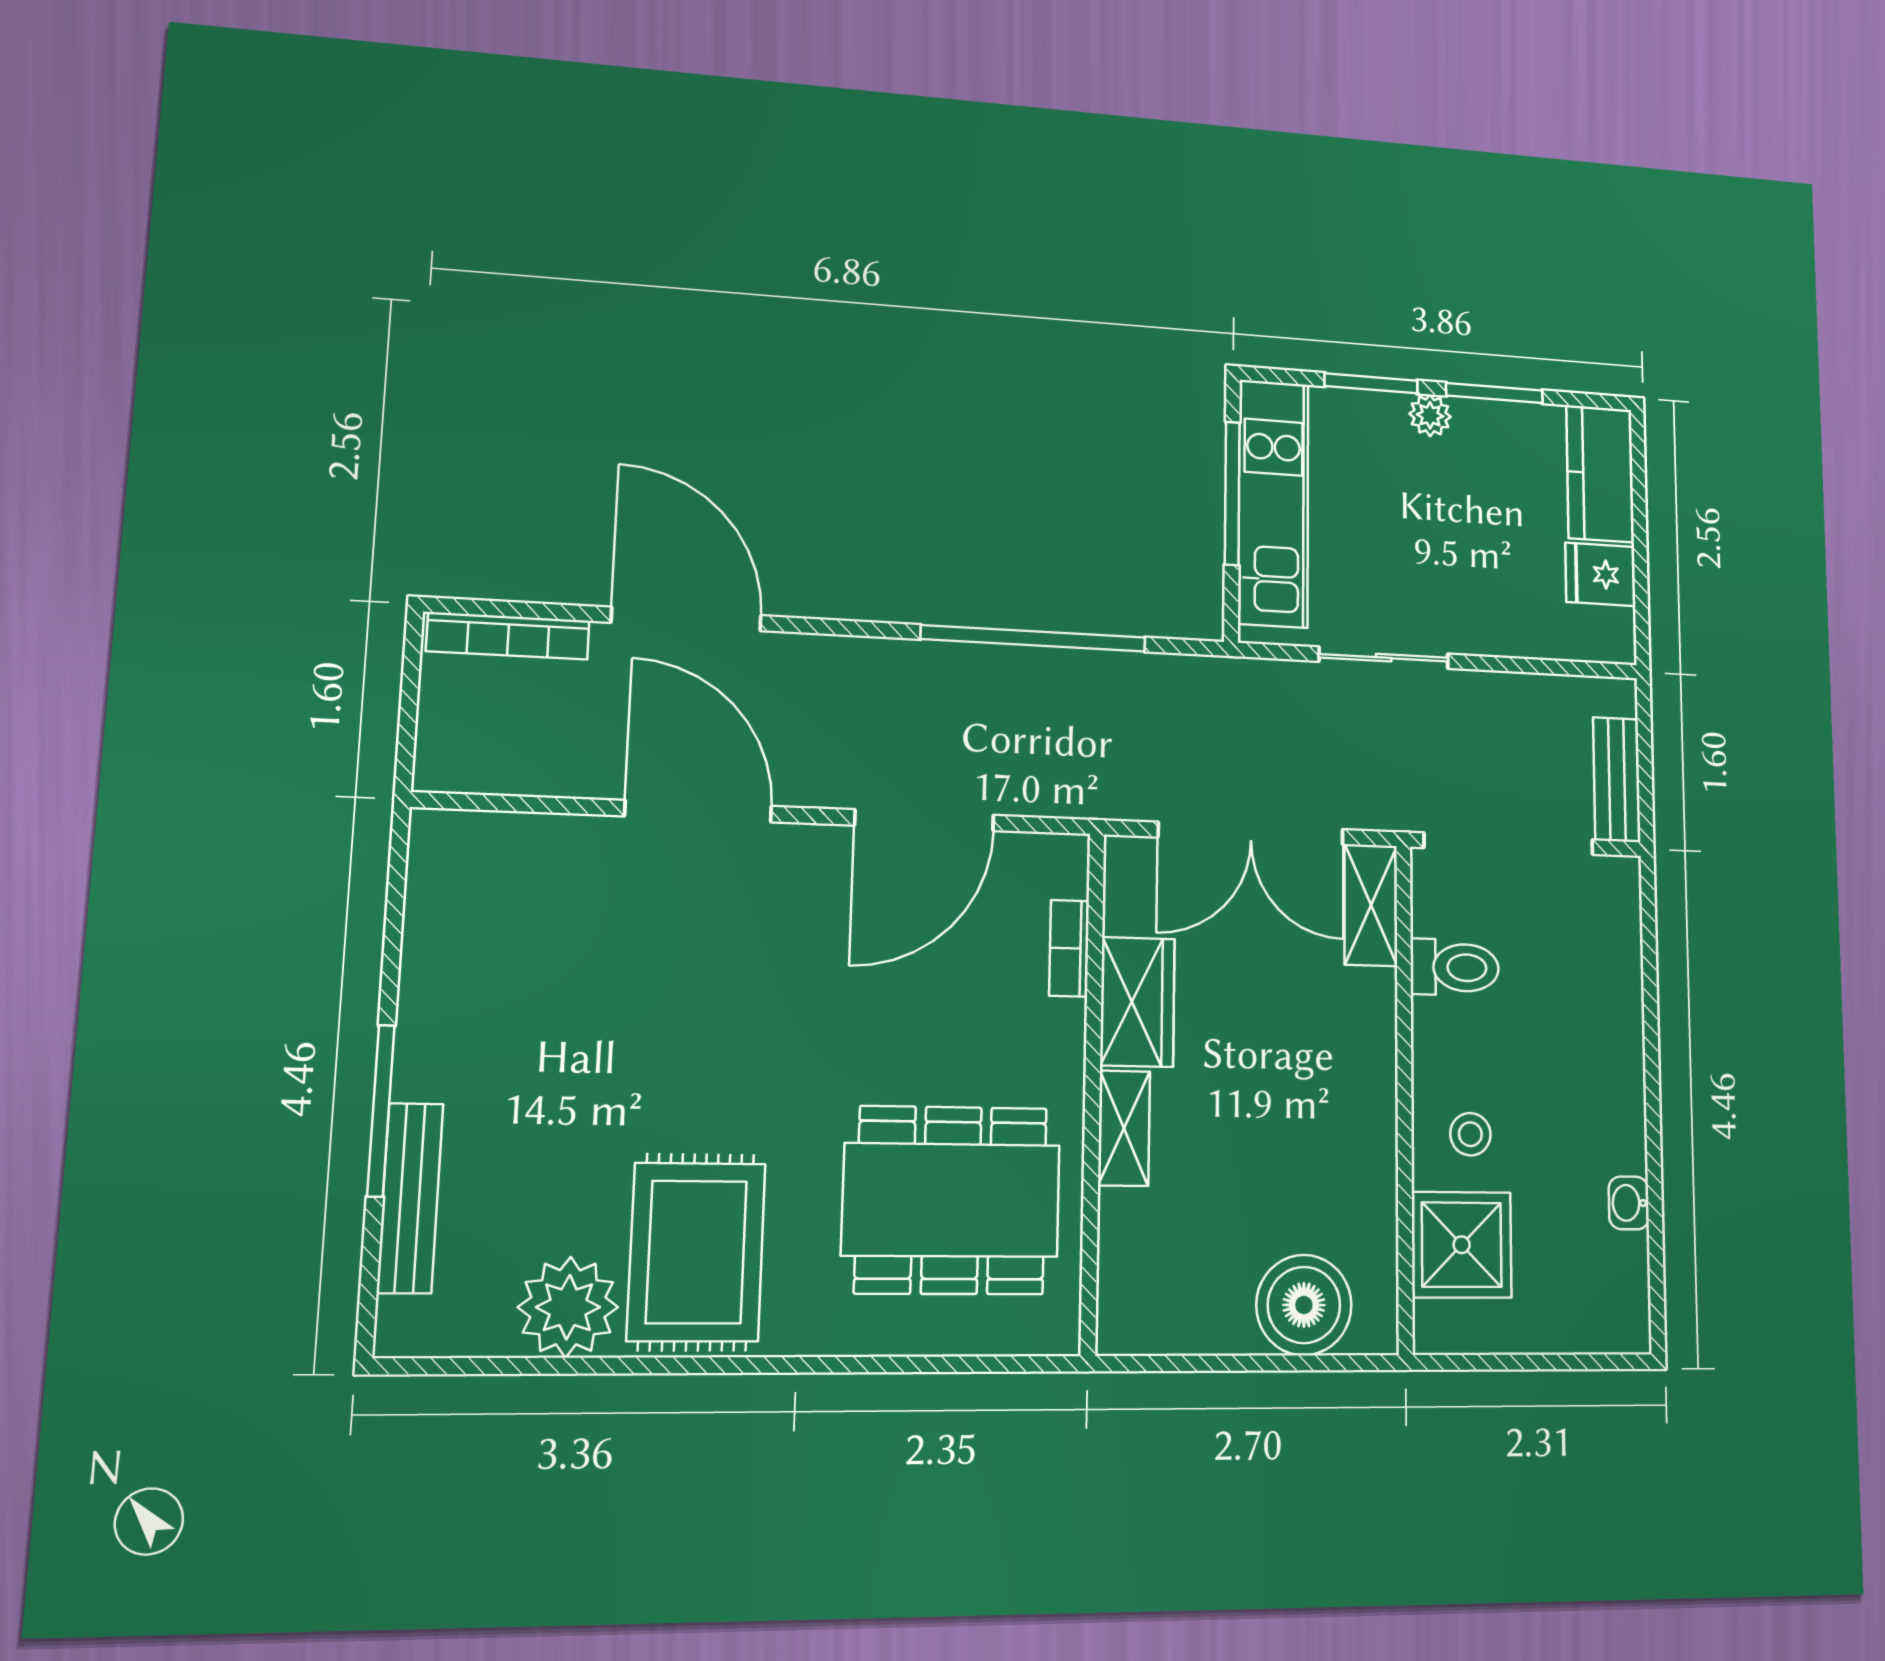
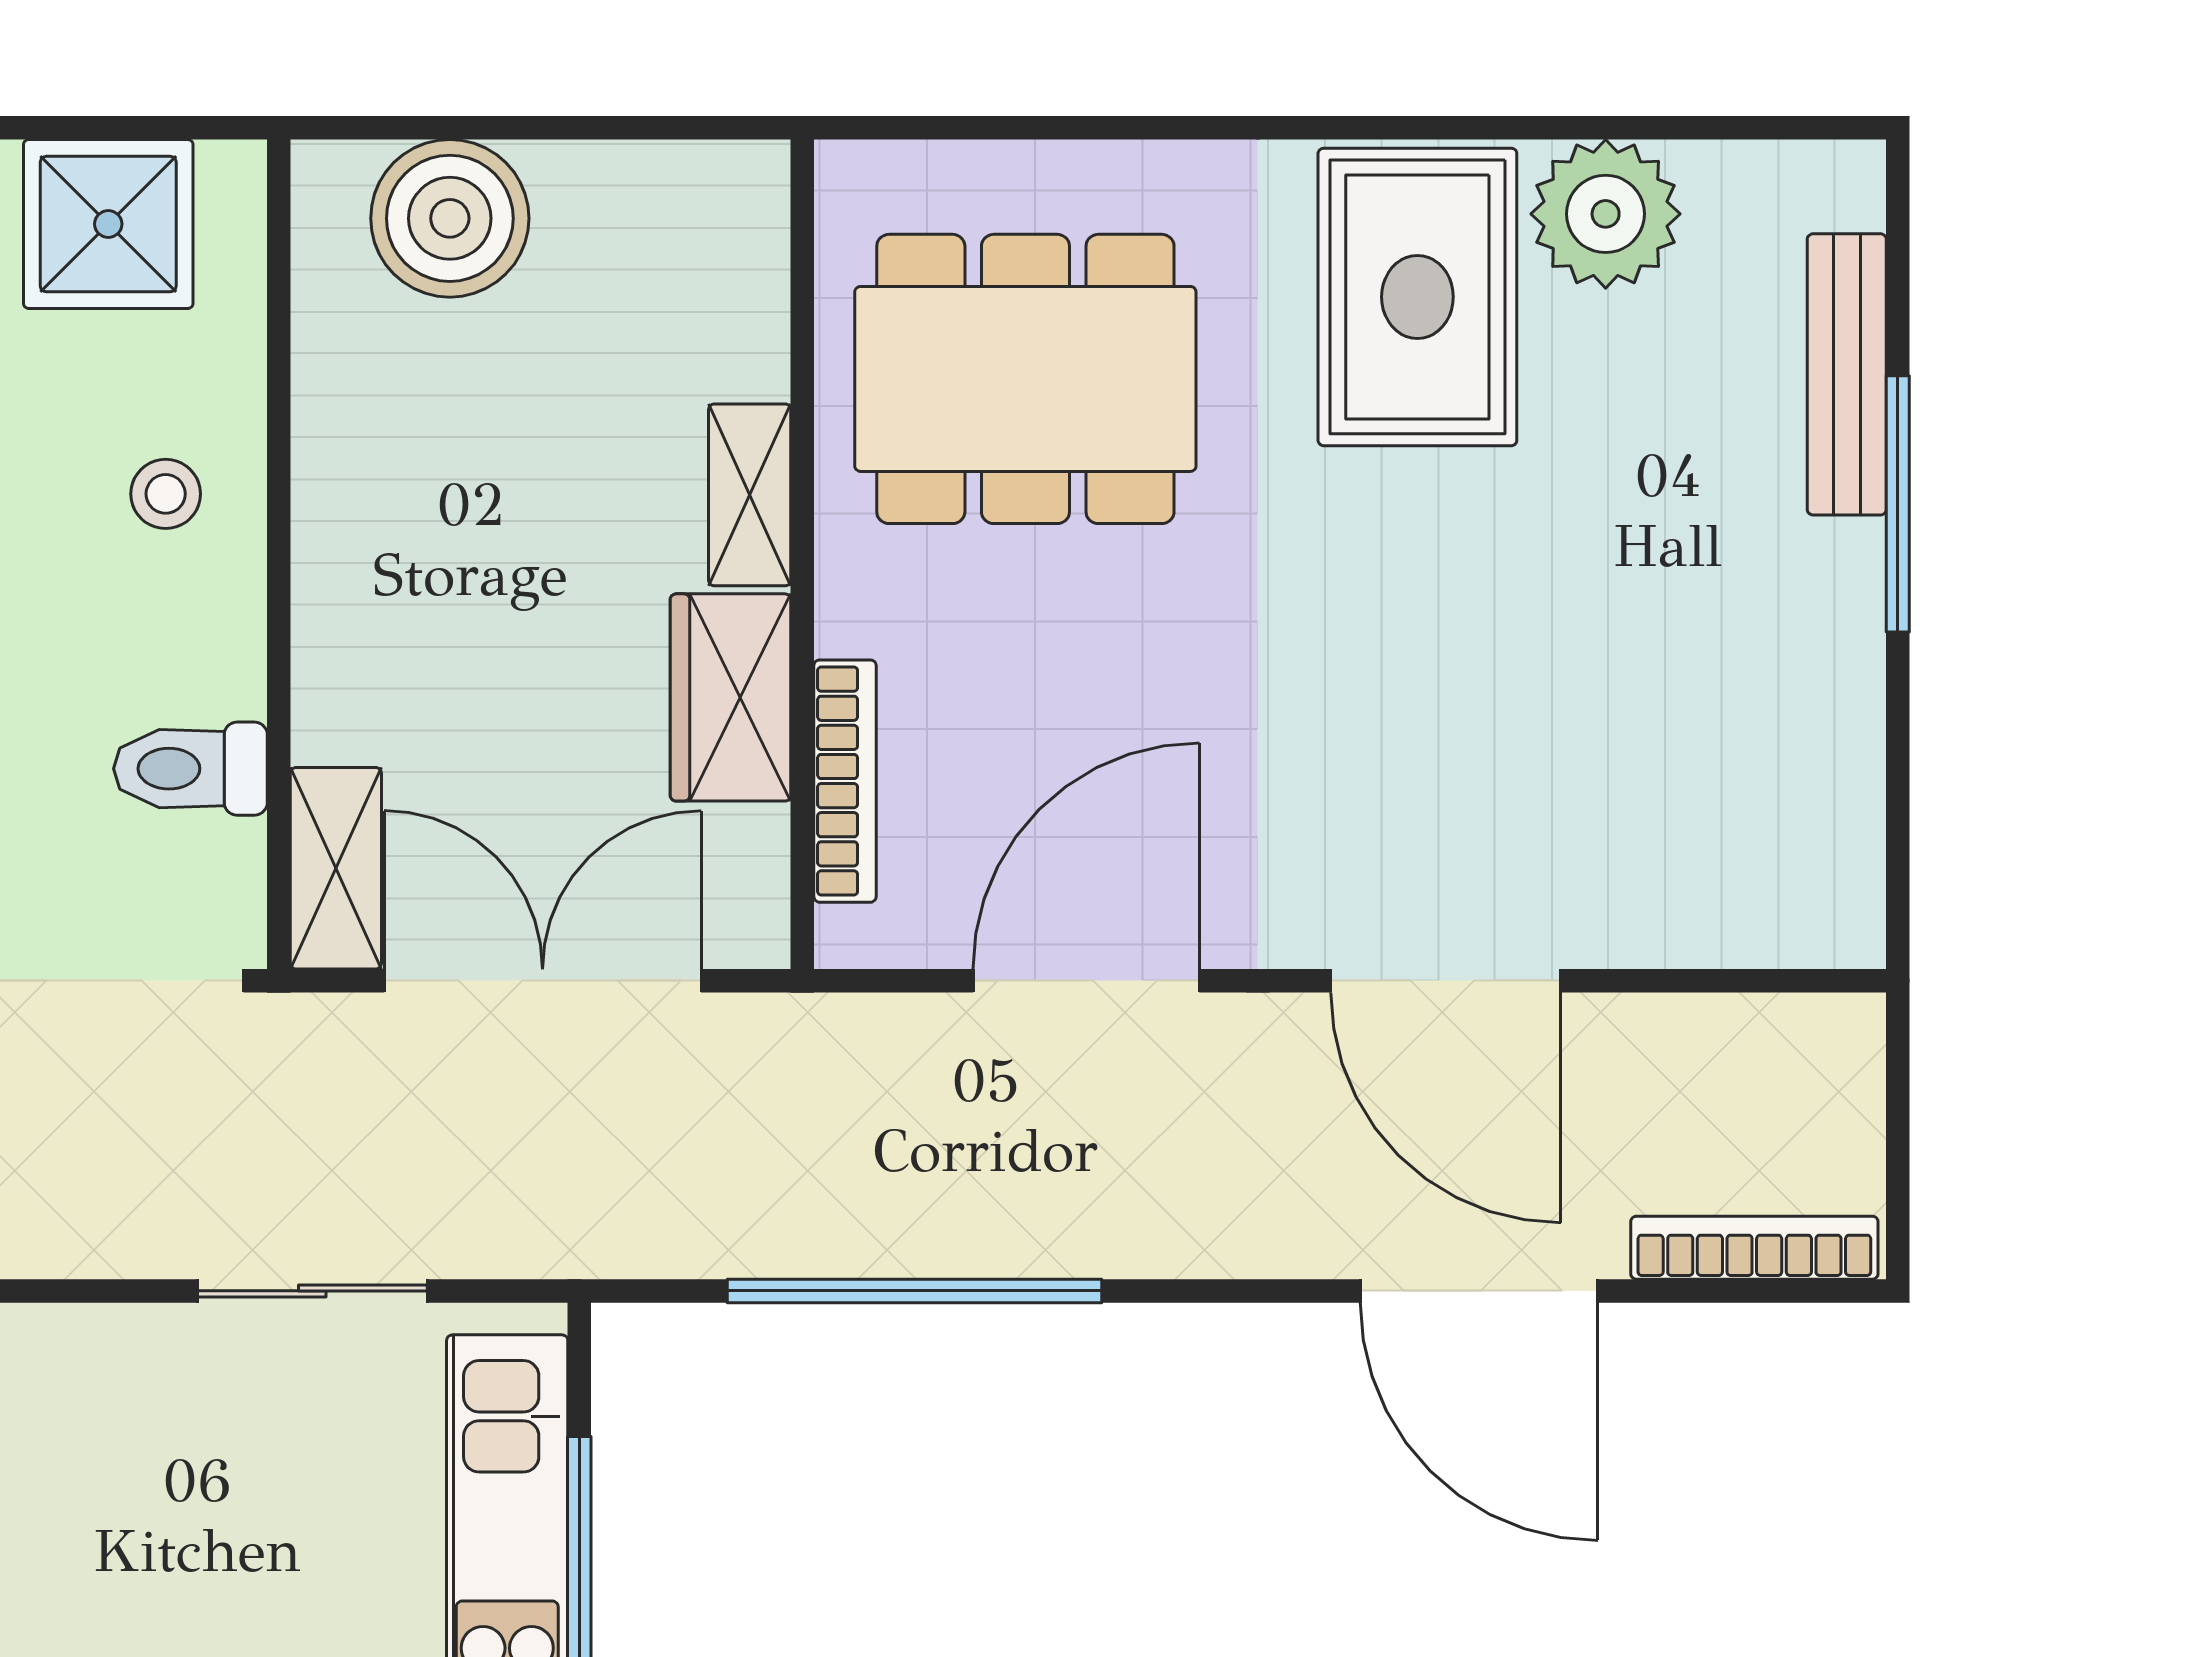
bookcase: (1069, 948) -> (845, 781), width x1.56
shower: (1462, 1245) -> (108, 224), moved

